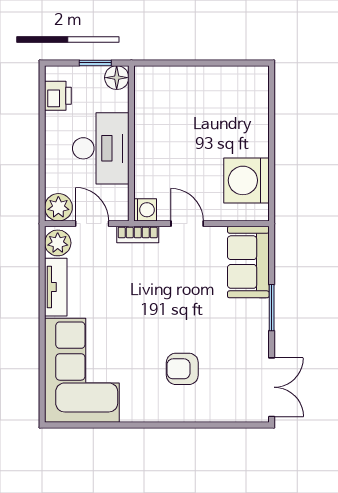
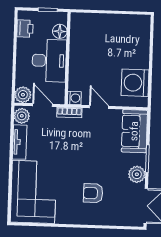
floor lamp: (117, 78) -> (60, 31), moved
plant: (255, 335) -> (137, 174), added

